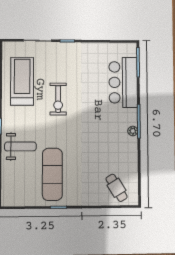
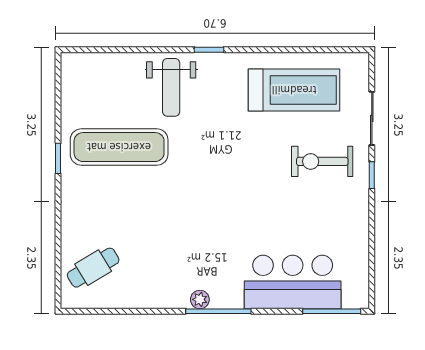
exercise bike: (58, 99) -> (322, 161), moved

